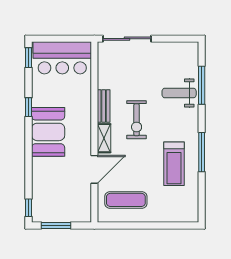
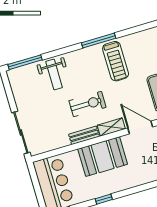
window: (202, 85) -> (25, 62), moved
booth: (48, 132) -> (103, 157), moved
treadmill: (174, 164) -> (116, 61), turned 90

